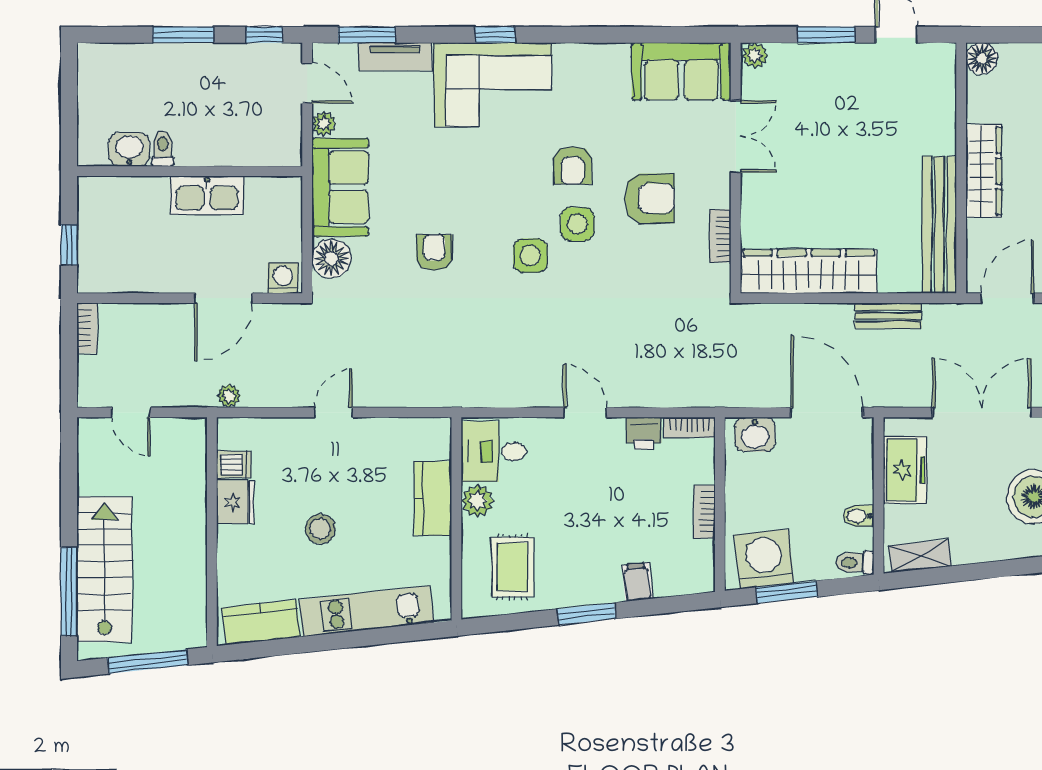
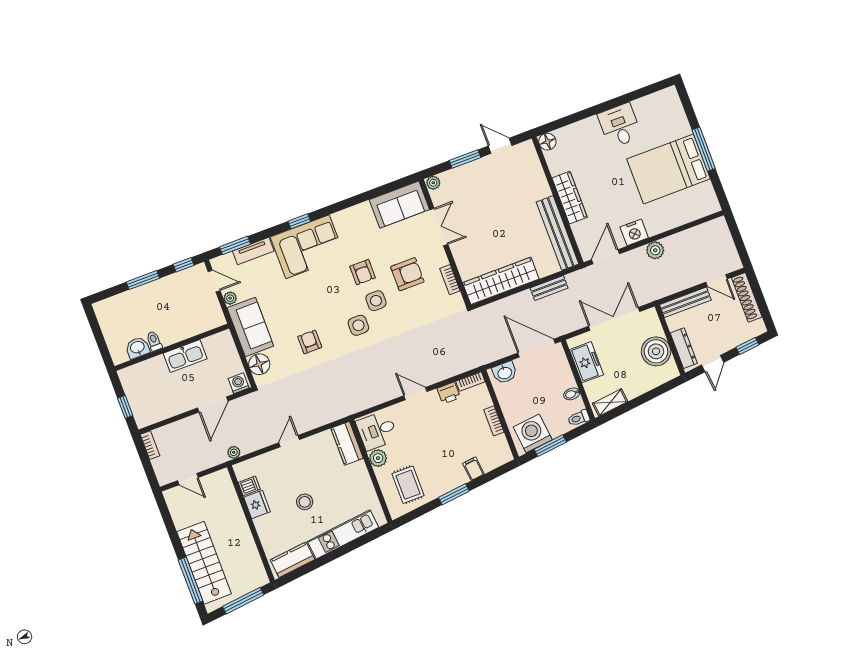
kitchen counter: (433, 498) -> (347, 443), moved

